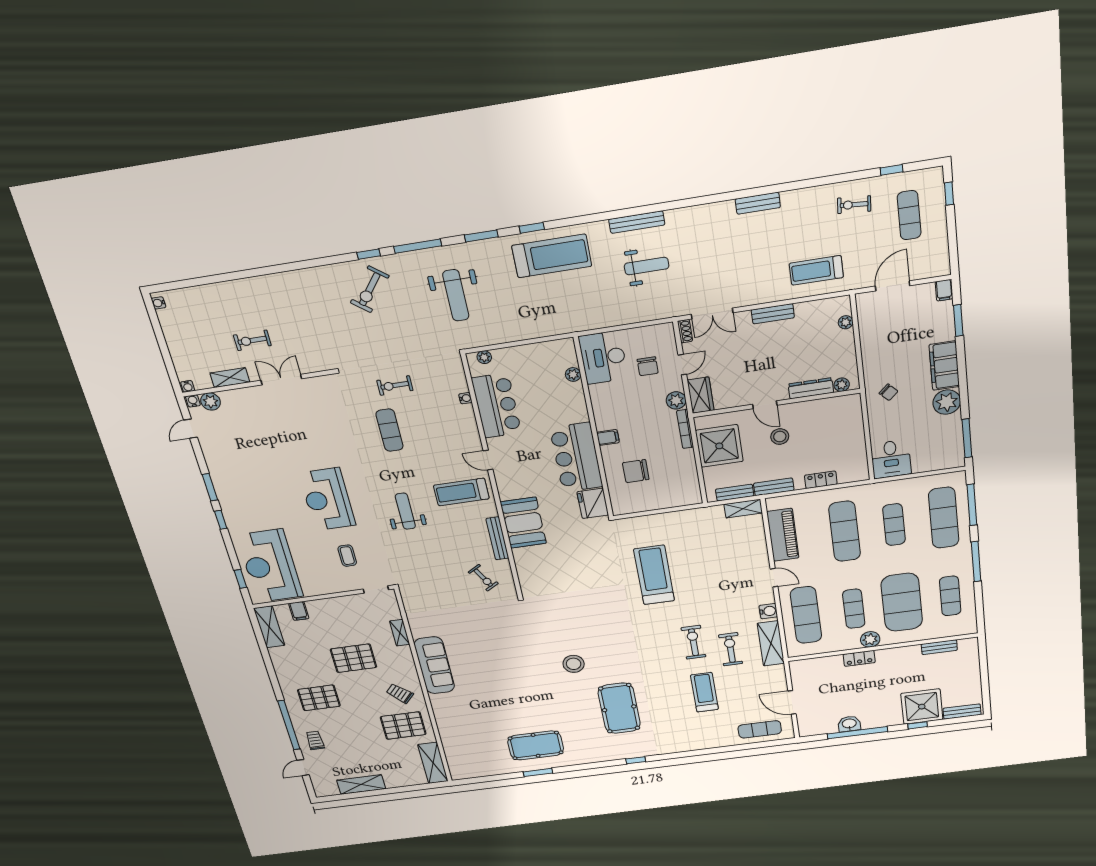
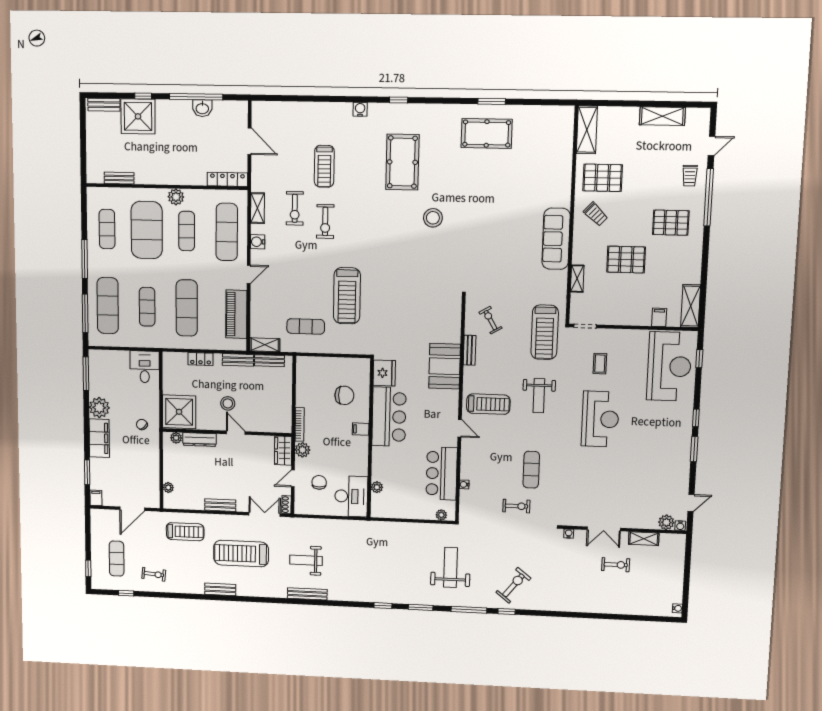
treadmill: (552, 256) -> (241, 554), moved
water cooler: (188, 386) -> (569, 534), moved
shower: (719, 446) -> (179, 412), moved
bench: (497, 538) -> (470, 350), width x0.73
treadmill: (419, 576) -> (545, 332), added
door: (774, 578) -> (249, 274), swing flipped
shelving: (771, 643) -> (258, 208), width x0.67, depth x0.75
locker: (859, 658) -> (227, 179), moved, width x1.53
exercise mat: (760, 729) -> (306, 326), moved
water cooler: (675, 747) -> (360, 109), added

